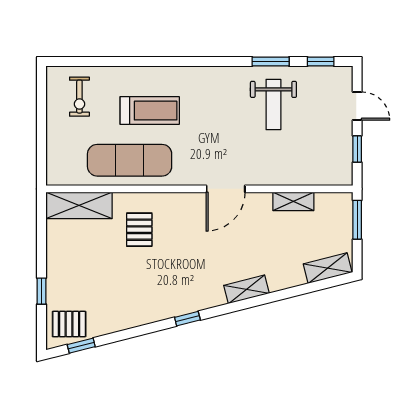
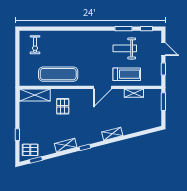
weight bench: (273, 105) -> (125, 48), turned 90
treadmill: (150, 111) -> (127, 74), moved
shelving: (328, 268) -> (66, 145), moved

